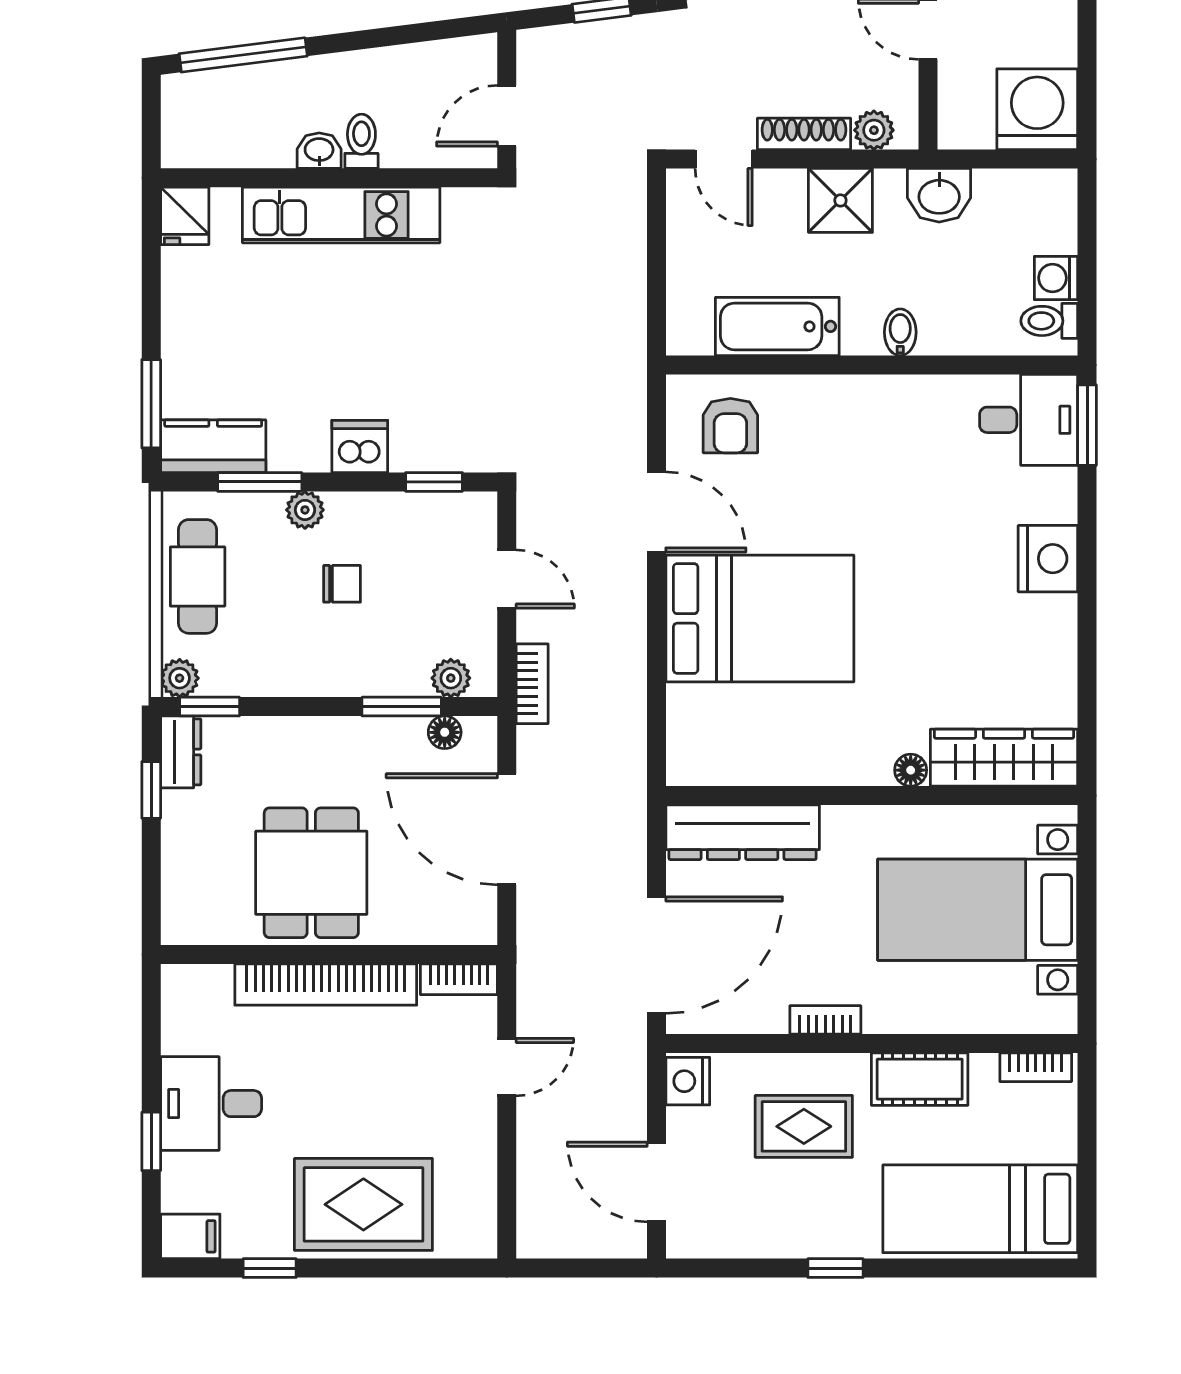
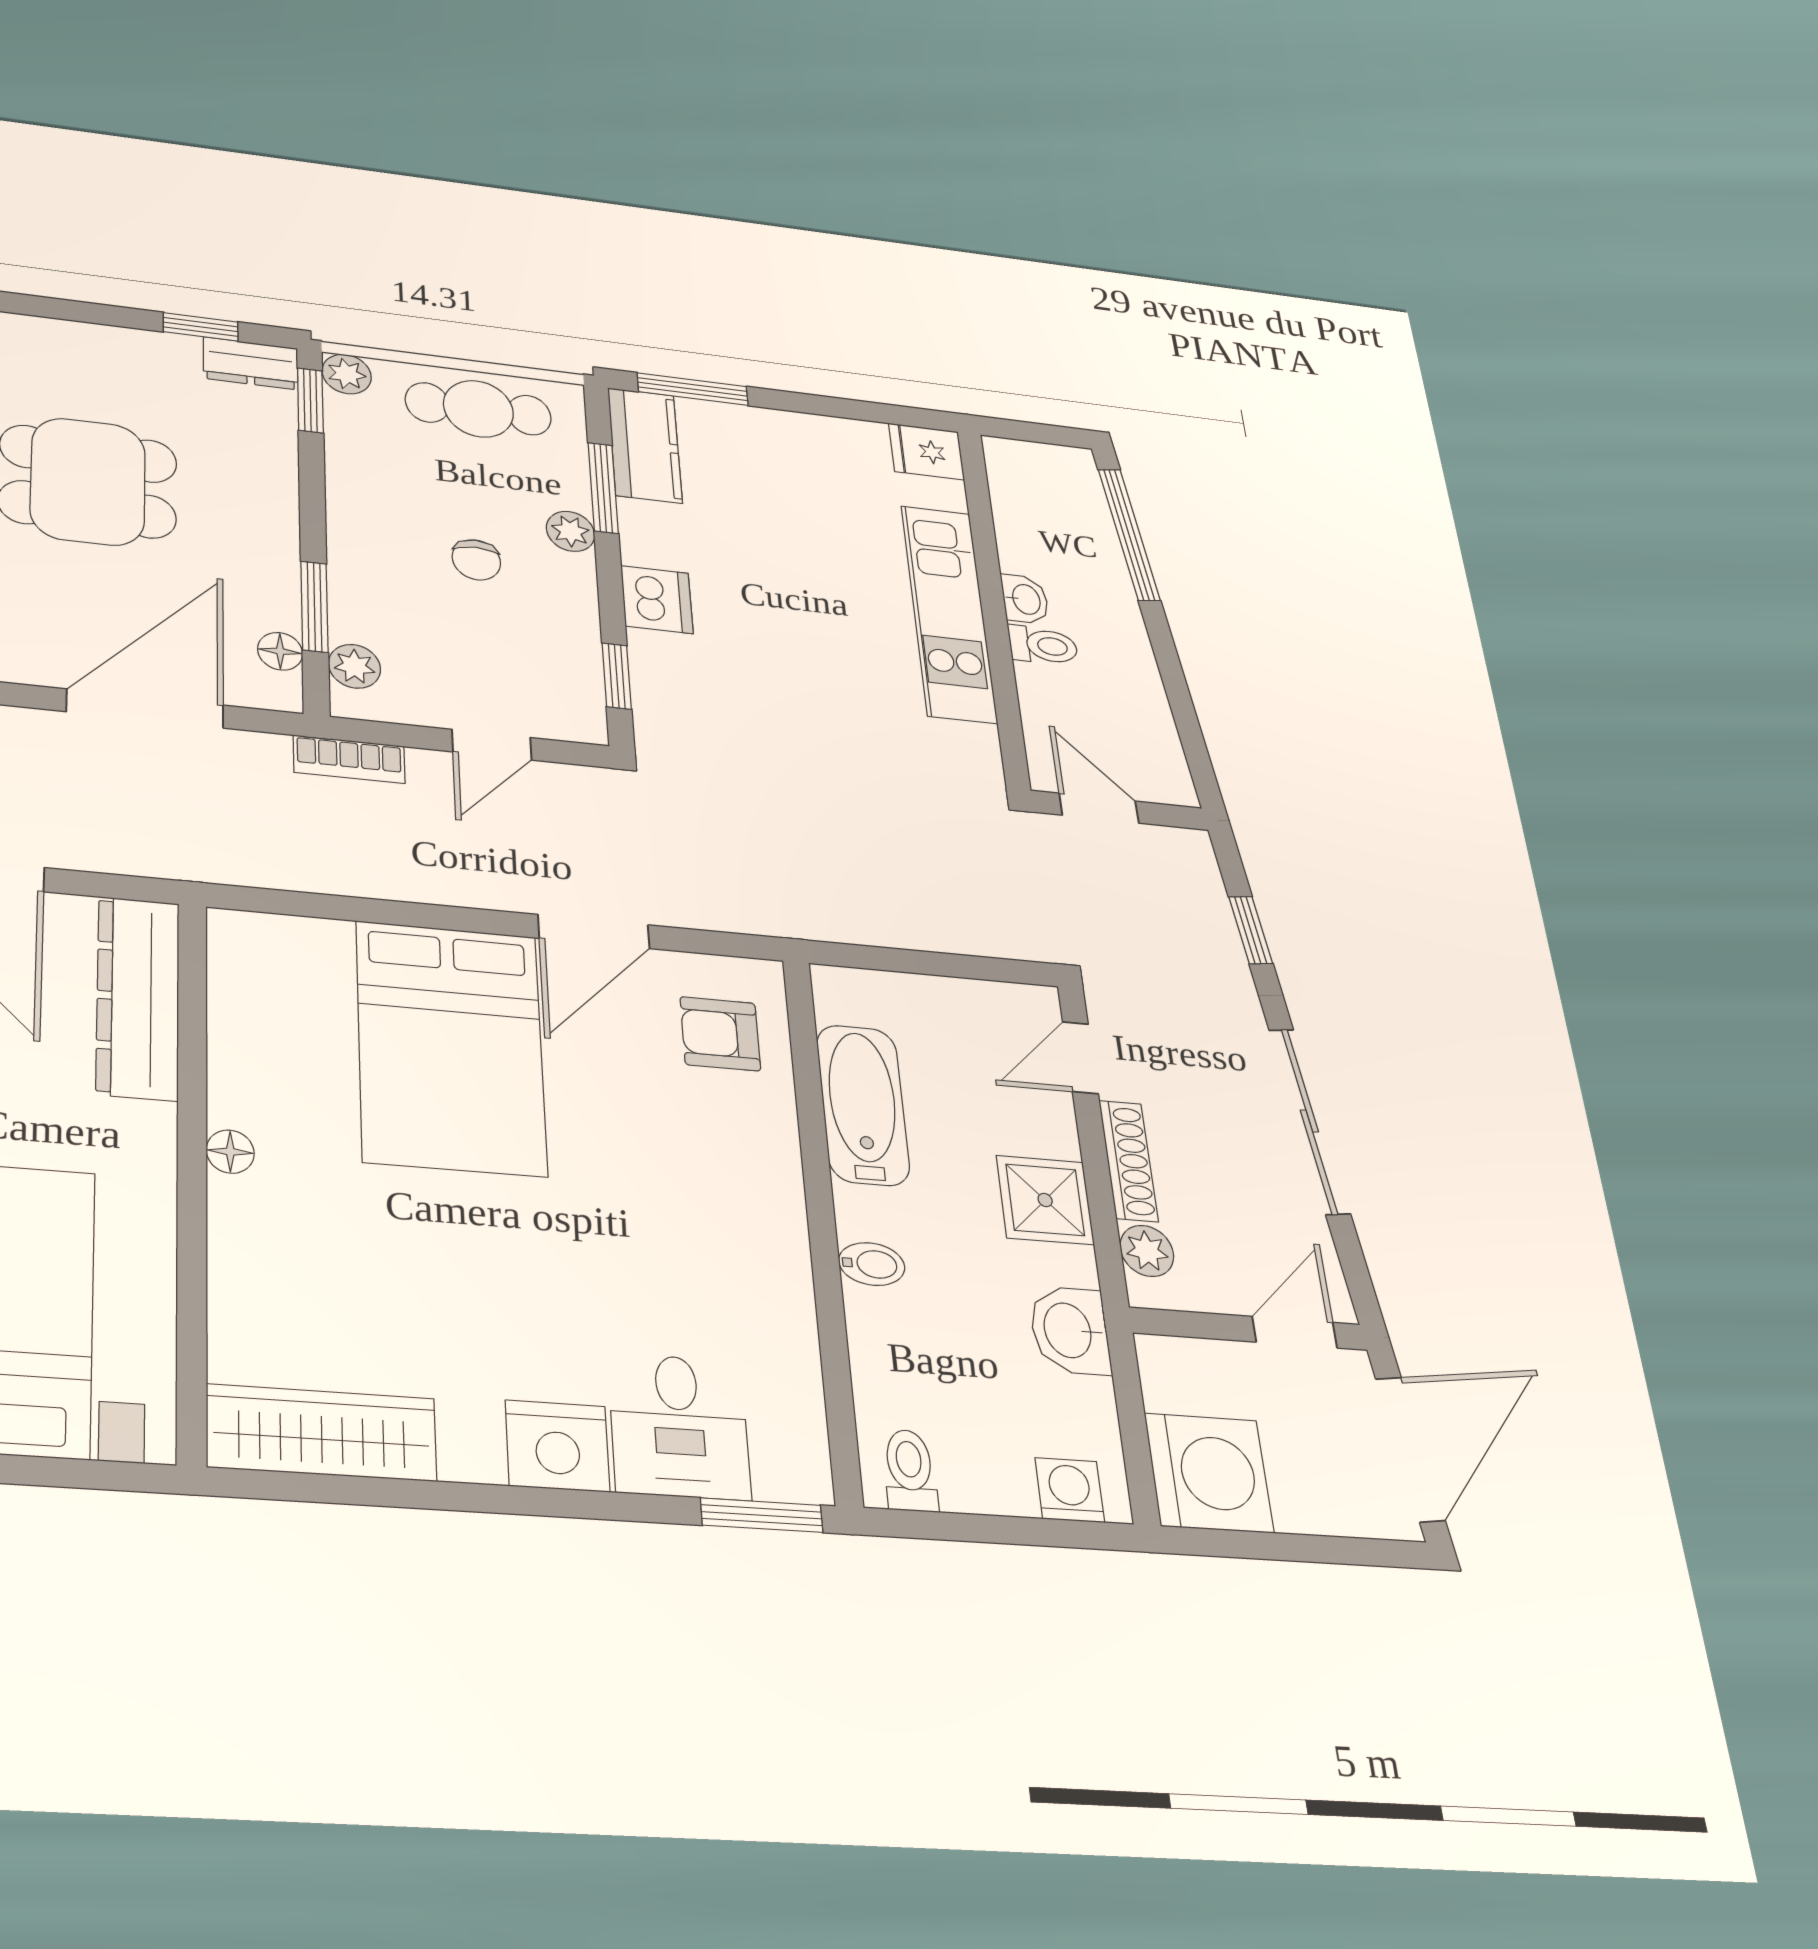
washing machine: (1056, 278) -> (1070, 1490), moved
desk: (1029, 420) -> (679, 1426), moved
wardrobe: (1004, 758) -> (322, 1433), moved, turned -90
floor lamp: (911, 770) -> (230, 1152), moved

